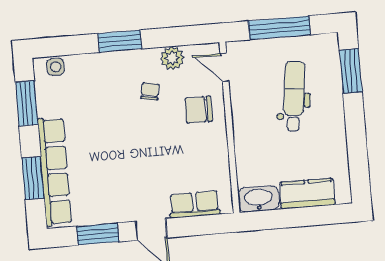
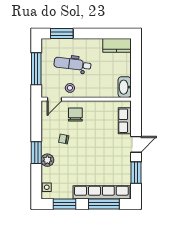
plant: (172, 58) -> (47, 160), moved
stool: (248, 95) -> (70, 88), added
chair: (199, 110) -> (75, 115), turned 180
window: (33, 178) -> (104, 204), width x1.44
kitchen counter: (307, 194) -> (117, 45), moved, turned -90

